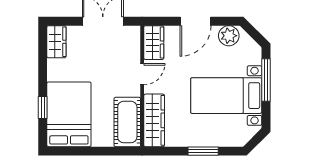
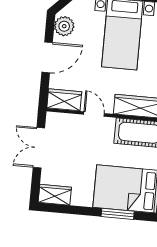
door: (195, 21) -> (47, 57), hinge flipped
window: (43, 107) -> (118, 214), width x1.50

